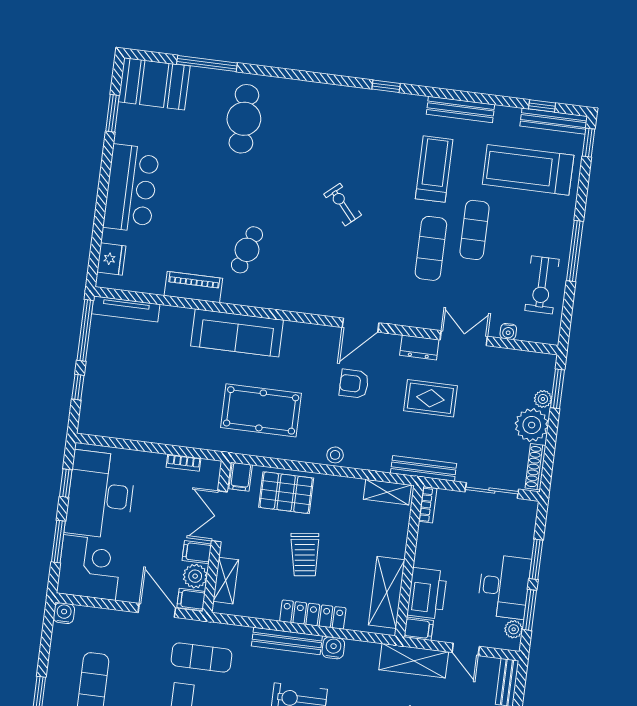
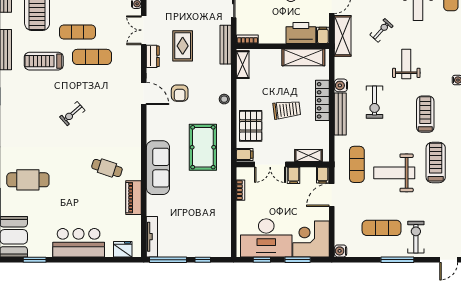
plant: (195, 576) -> (308, 174), removed

